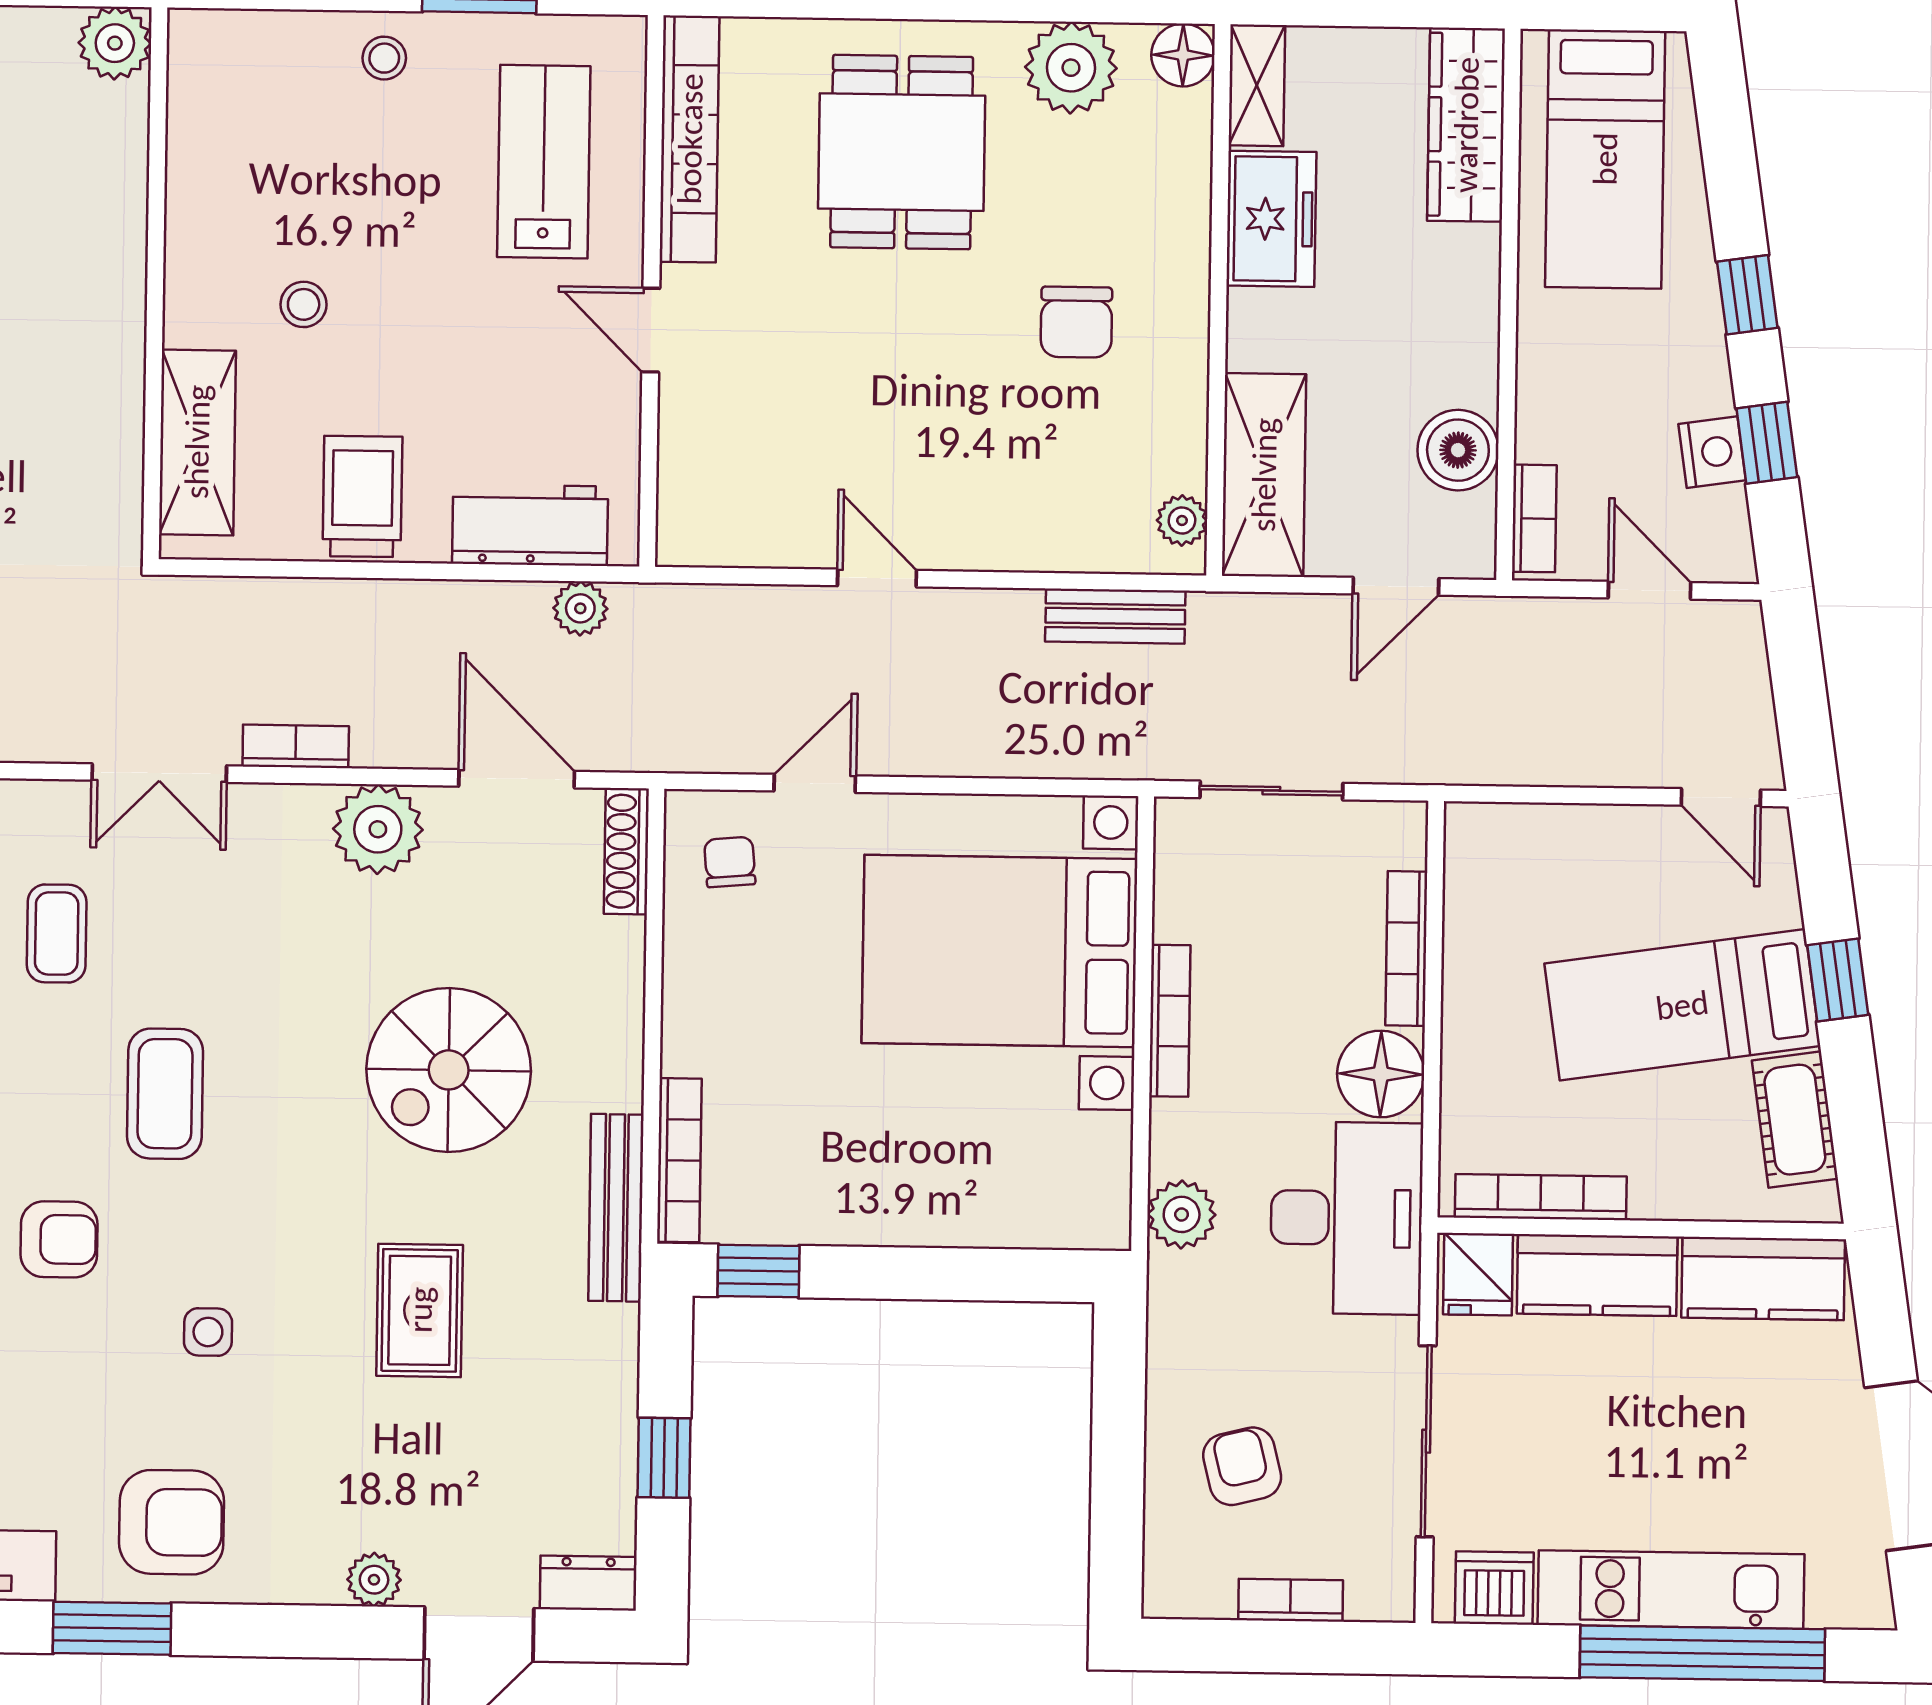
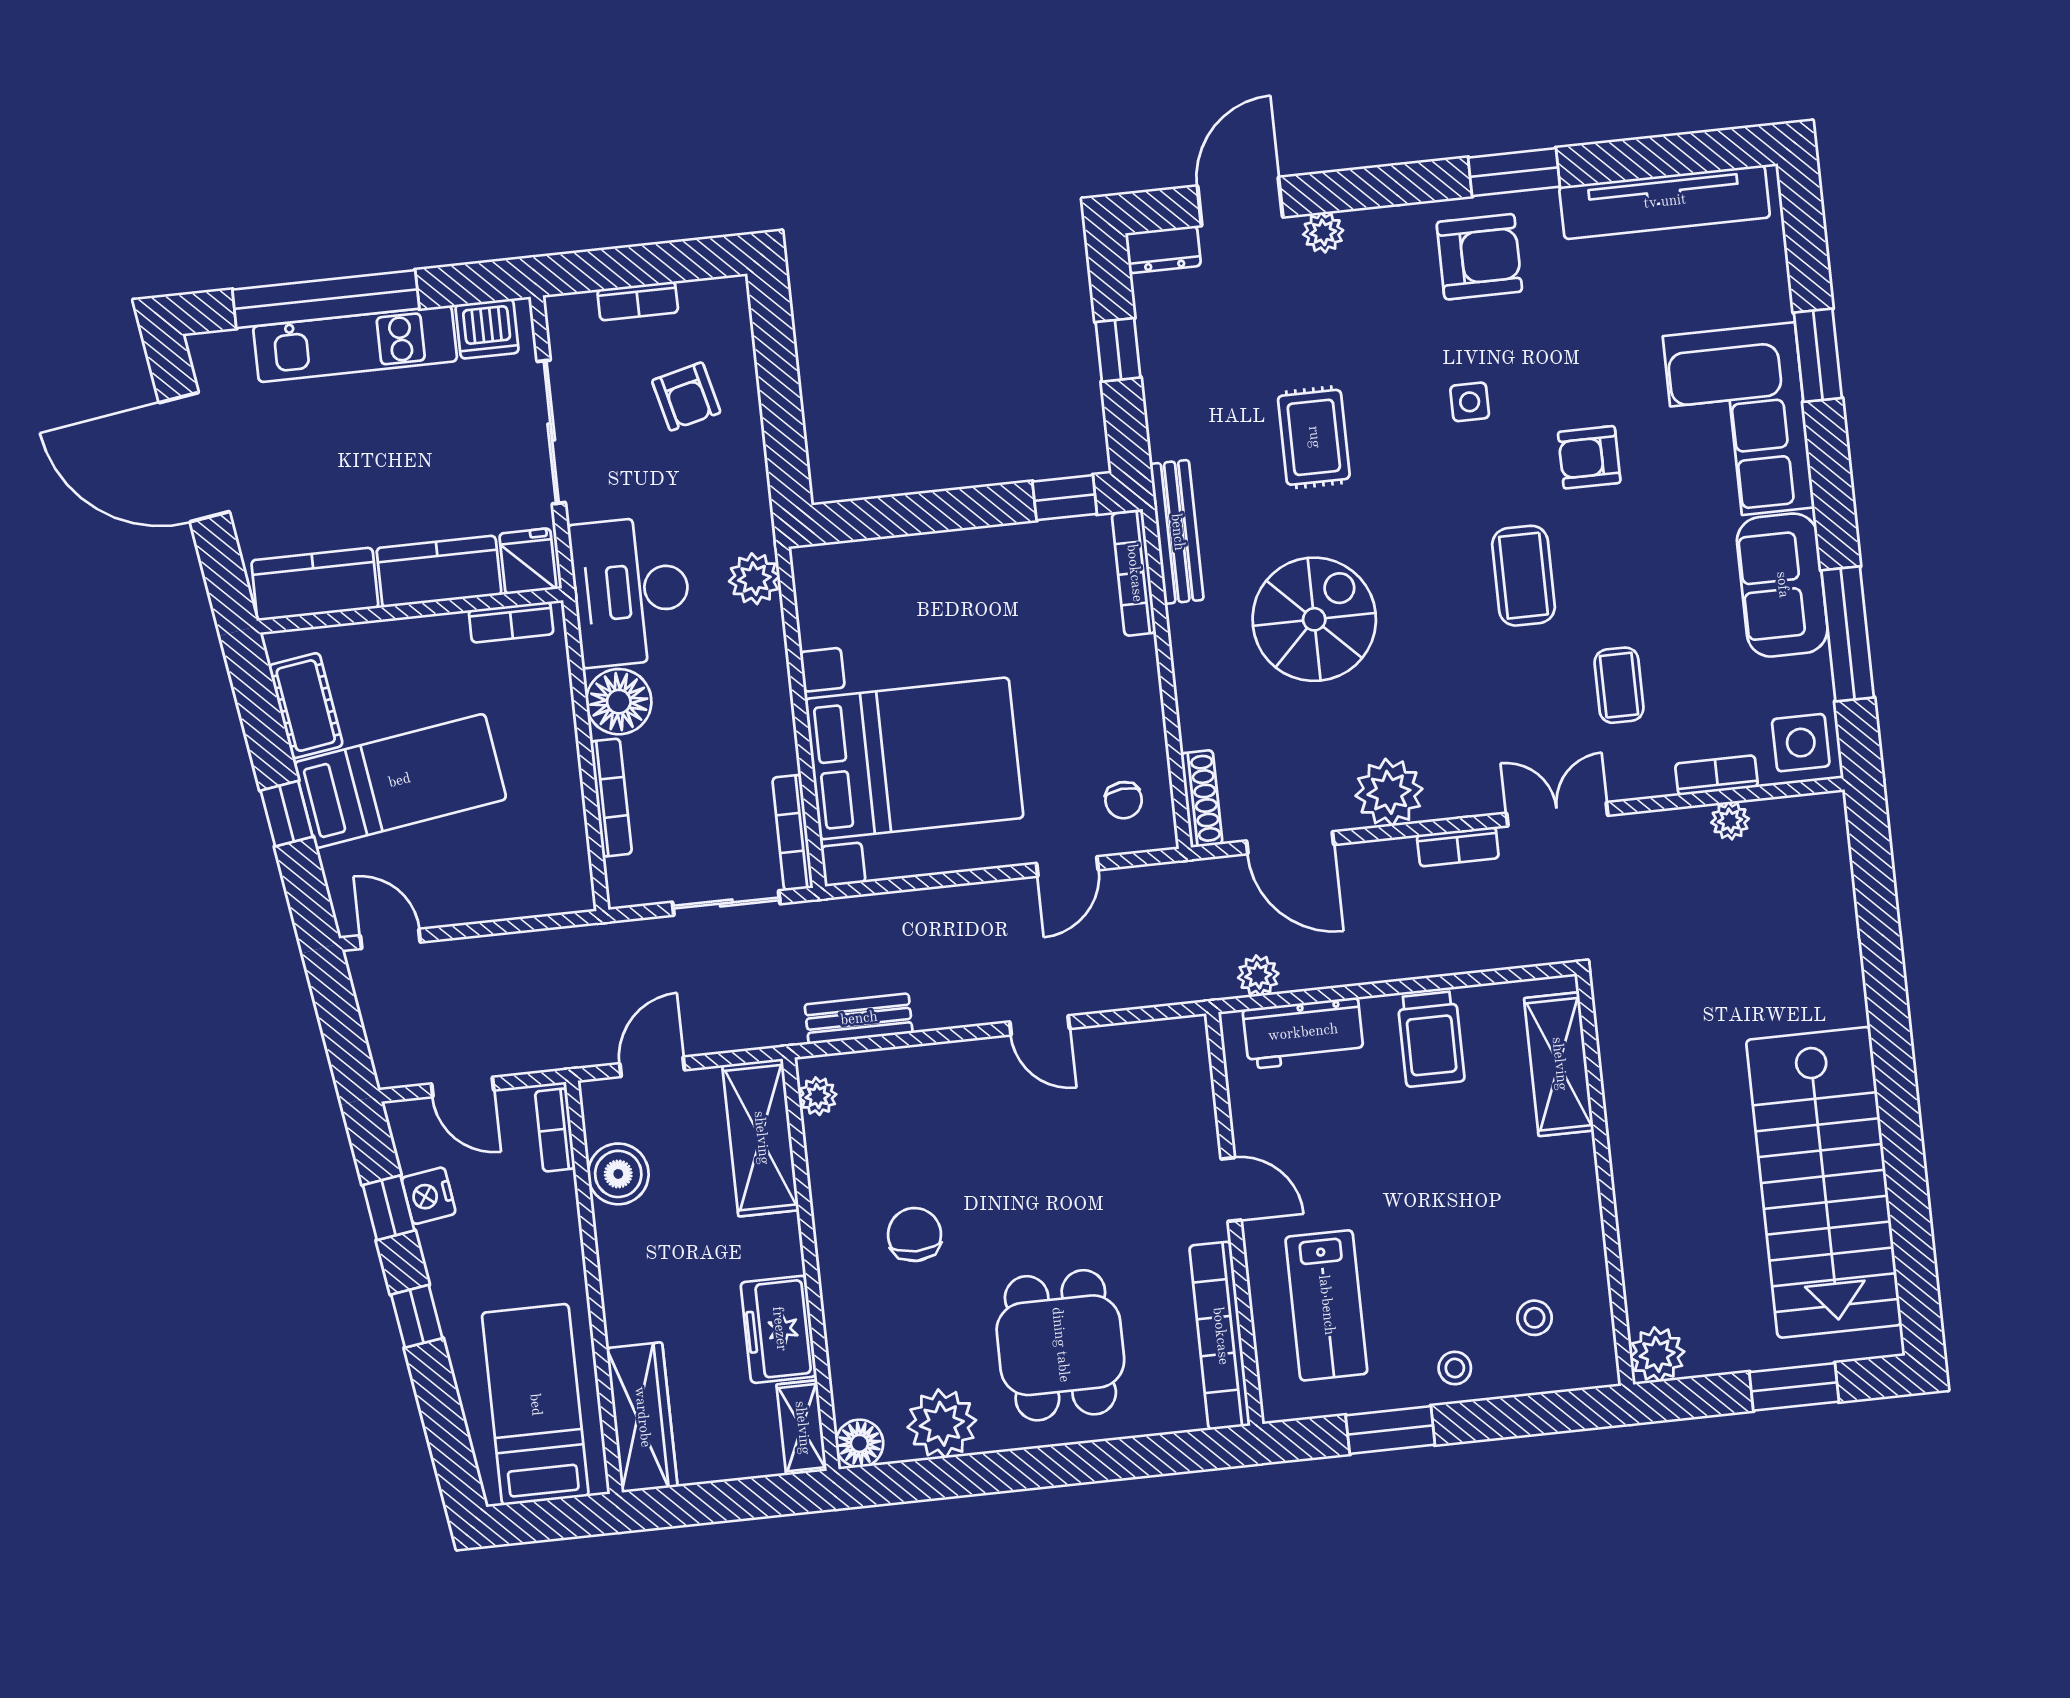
stool: (304, 304) -> (1534, 1318), moved
bookcase: (1170, 1021) -> (793, 833), moved
bookcase: (1541, 1197) -> (511, 622), width x0.64
armchair: (172, 1522) -> (1479, 257), turned 180

